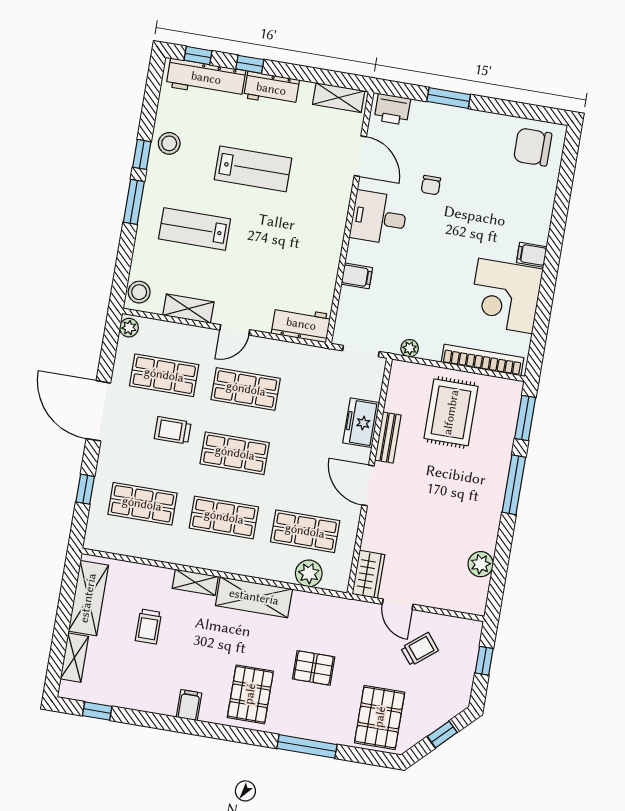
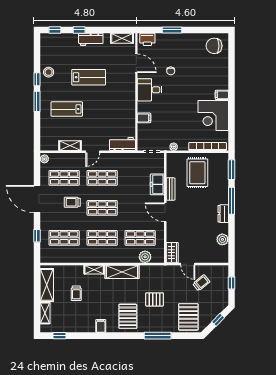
workbench: (206, 78) -> (60, 40), removed
stool: (139, 292) -> (46, 142), removed
dresser: (491, 509) -> (223, 214), added

